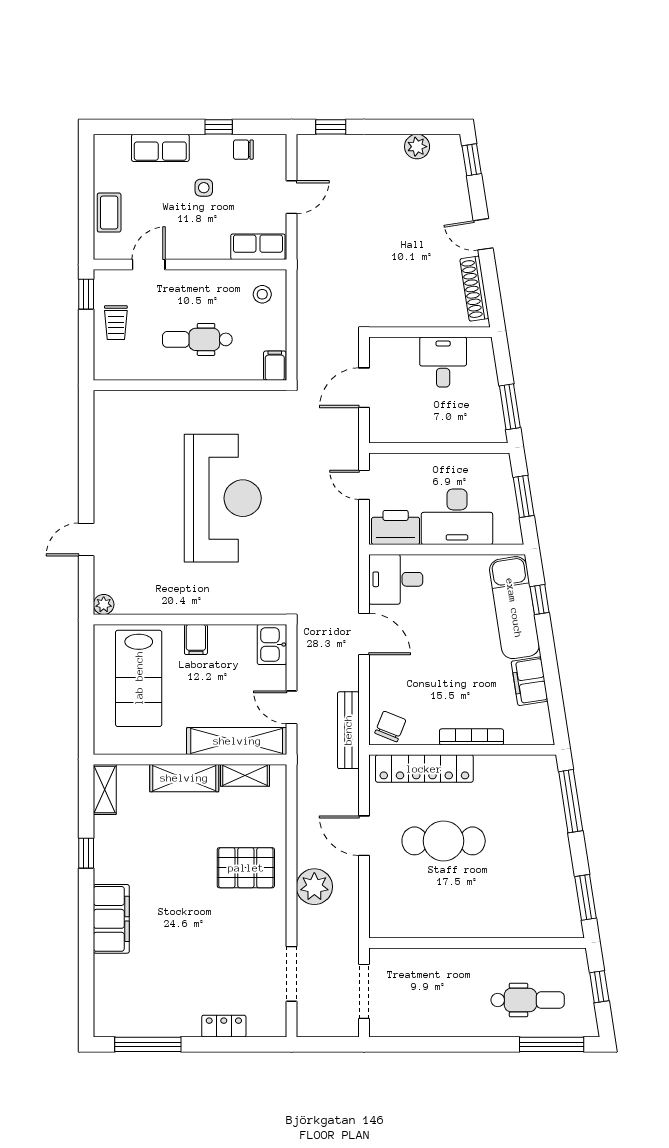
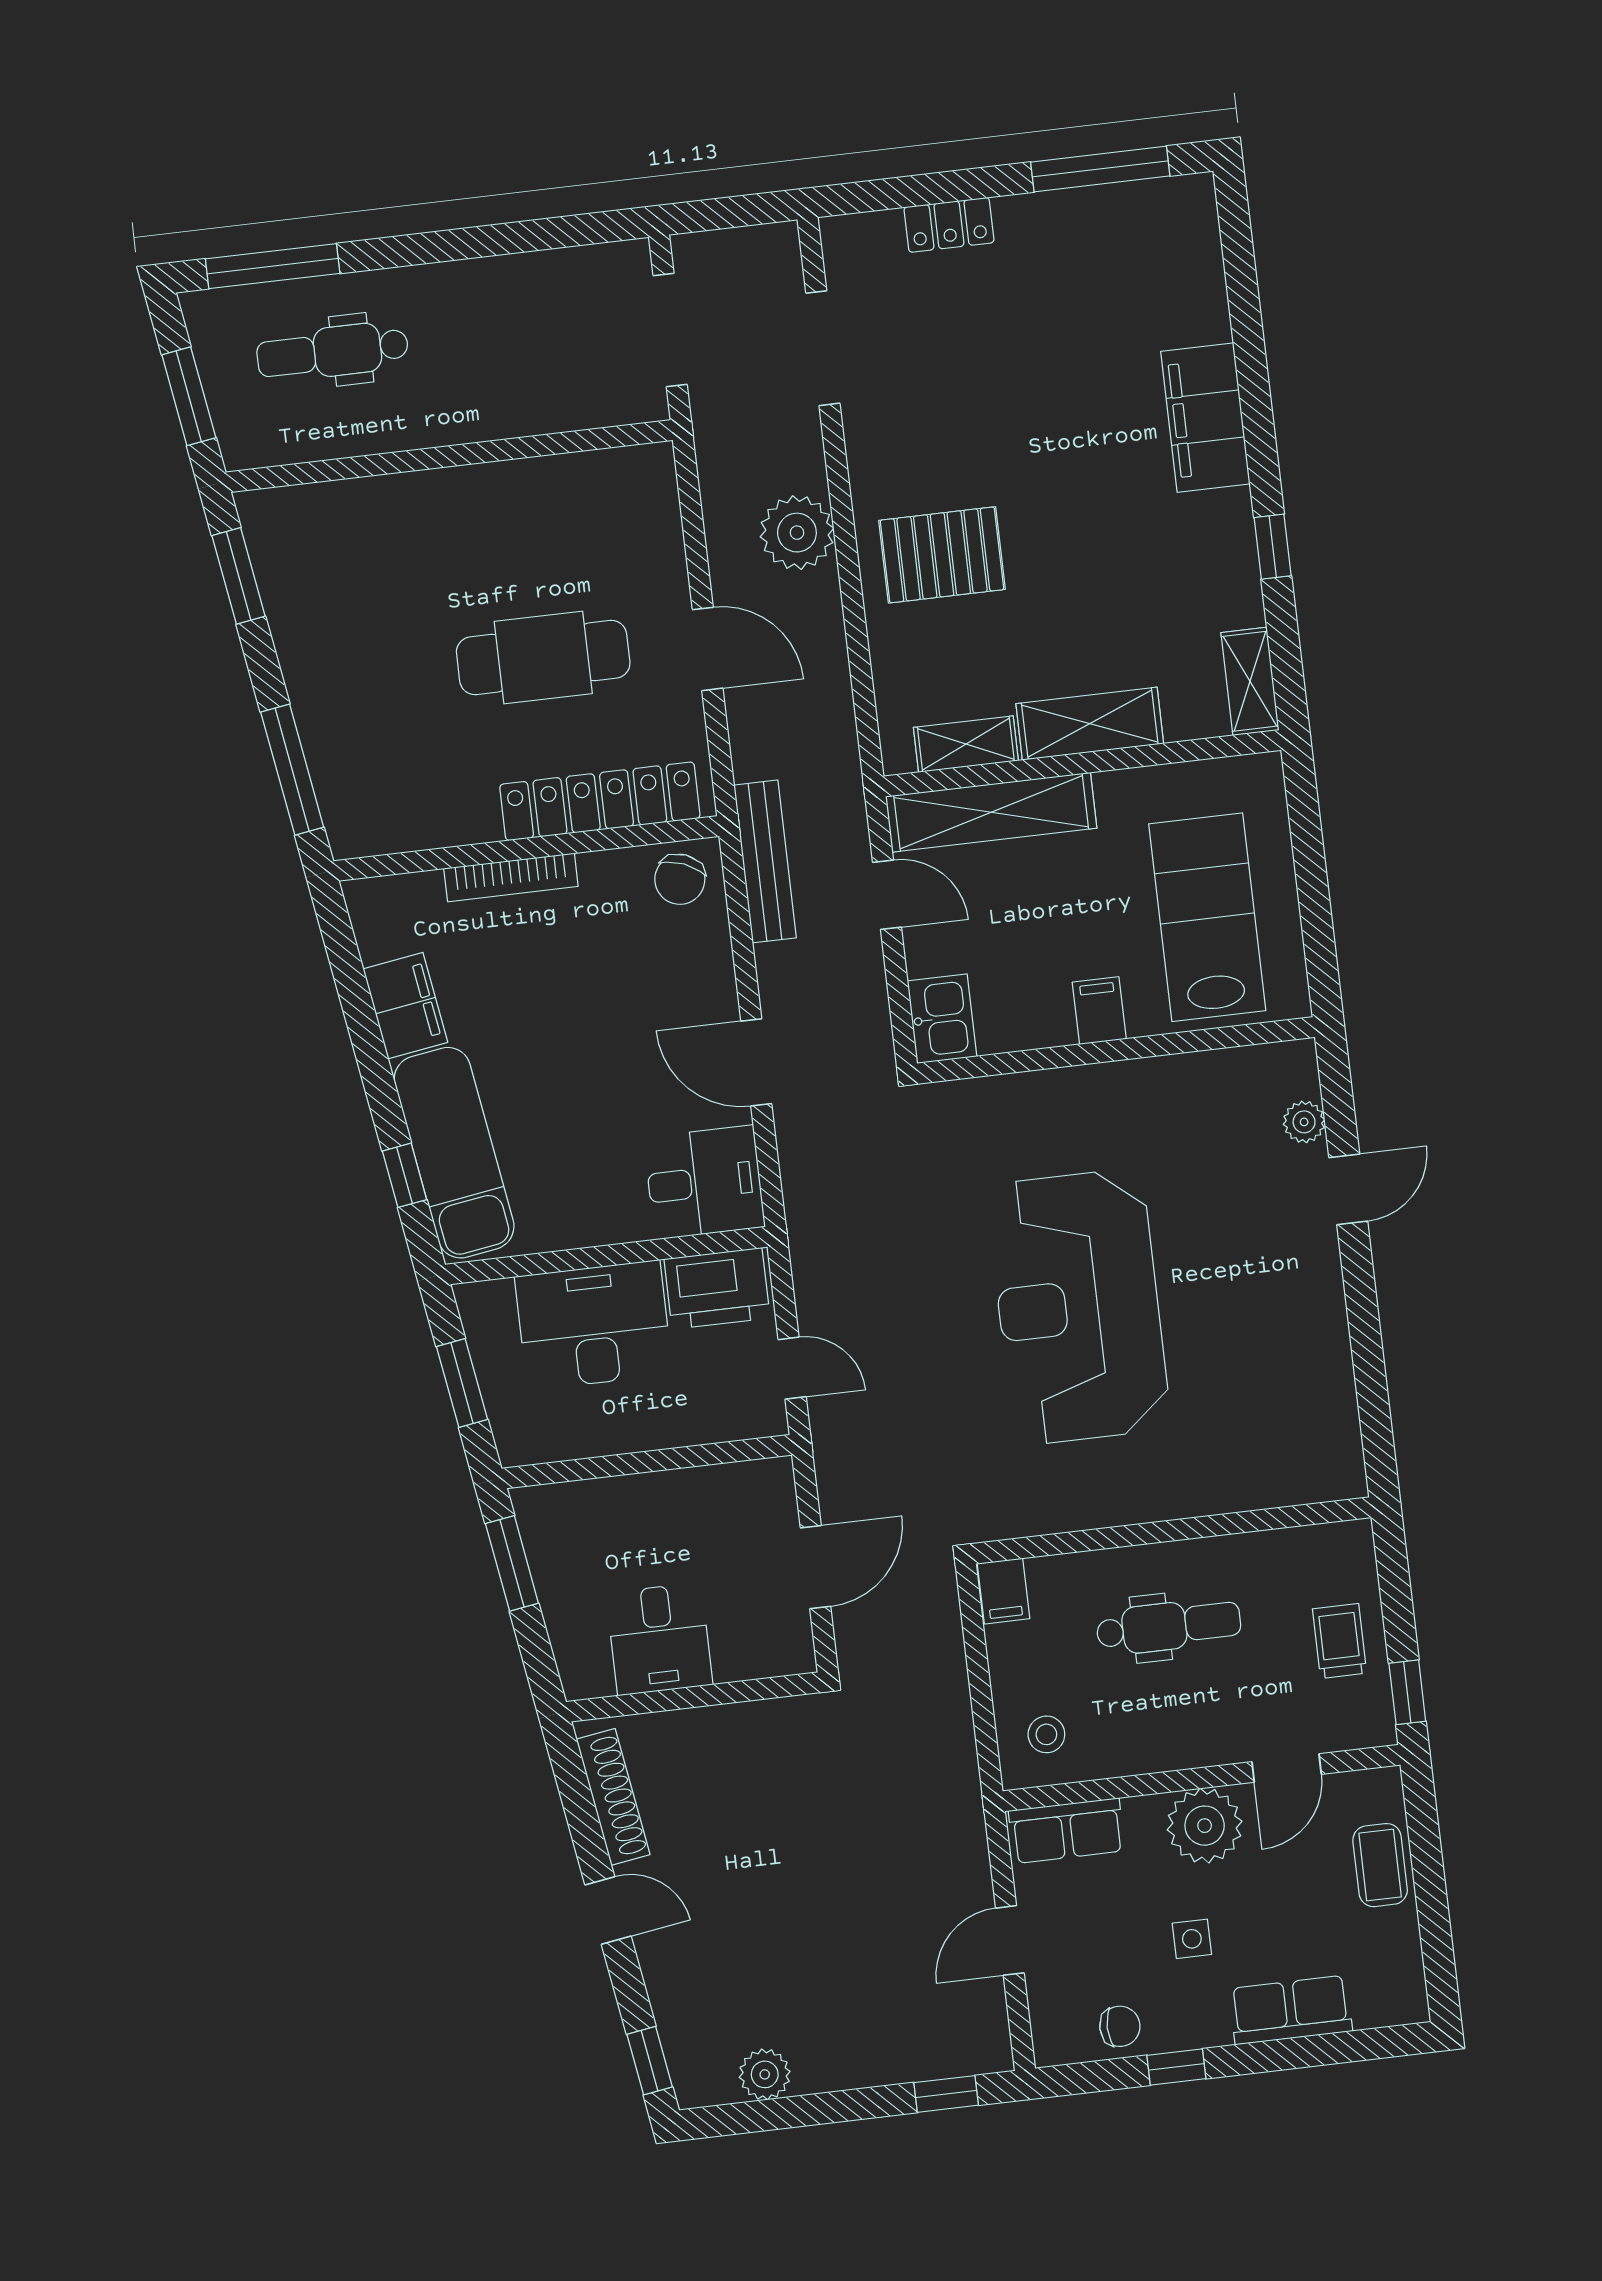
plant: (191, 241) -> (1205, 1826), added
plant: (104, 604) -> (1304, 1122), moved
window: (599, 987) -> (189, 396), width x1.50

